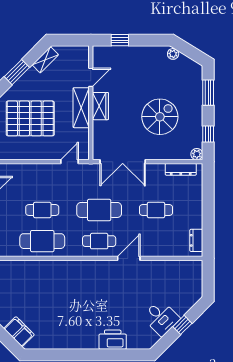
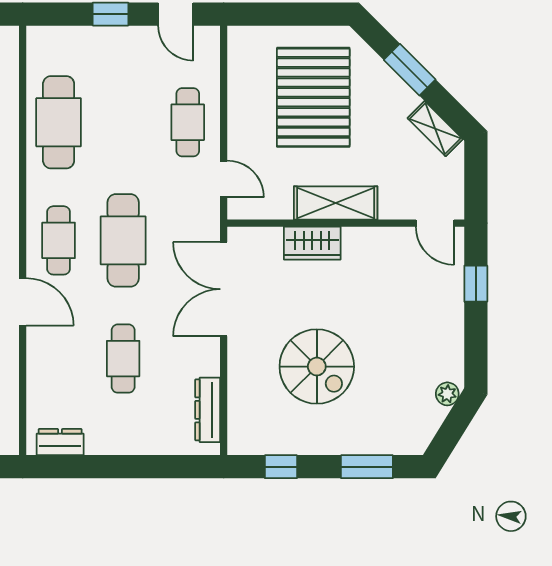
door: (91, 77) -> (435, 223), moved
wardrobe: (100, 106) -> (312, 243), moved
plant: (197, 154) -> (239, 443), removed
cafe table: (42, 210) -> (188, 122), moved

